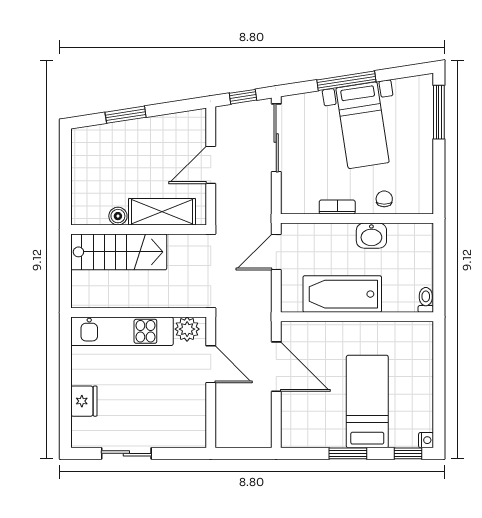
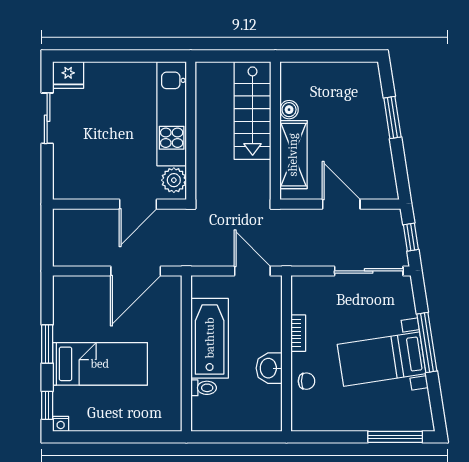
toilet: (426, 300) -> (204, 388), moved
fridge: (84, 401) -> (68, 75), moved

